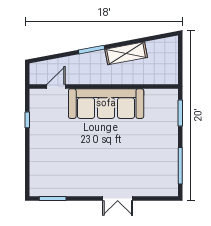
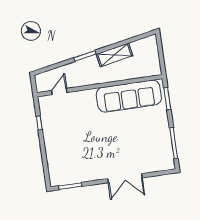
sofa: (106, 104) -> (129, 96), moved
double door: (118, 198) -> (125, 178), width x1.37

